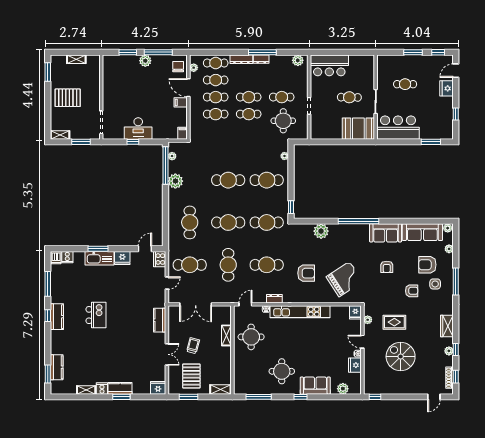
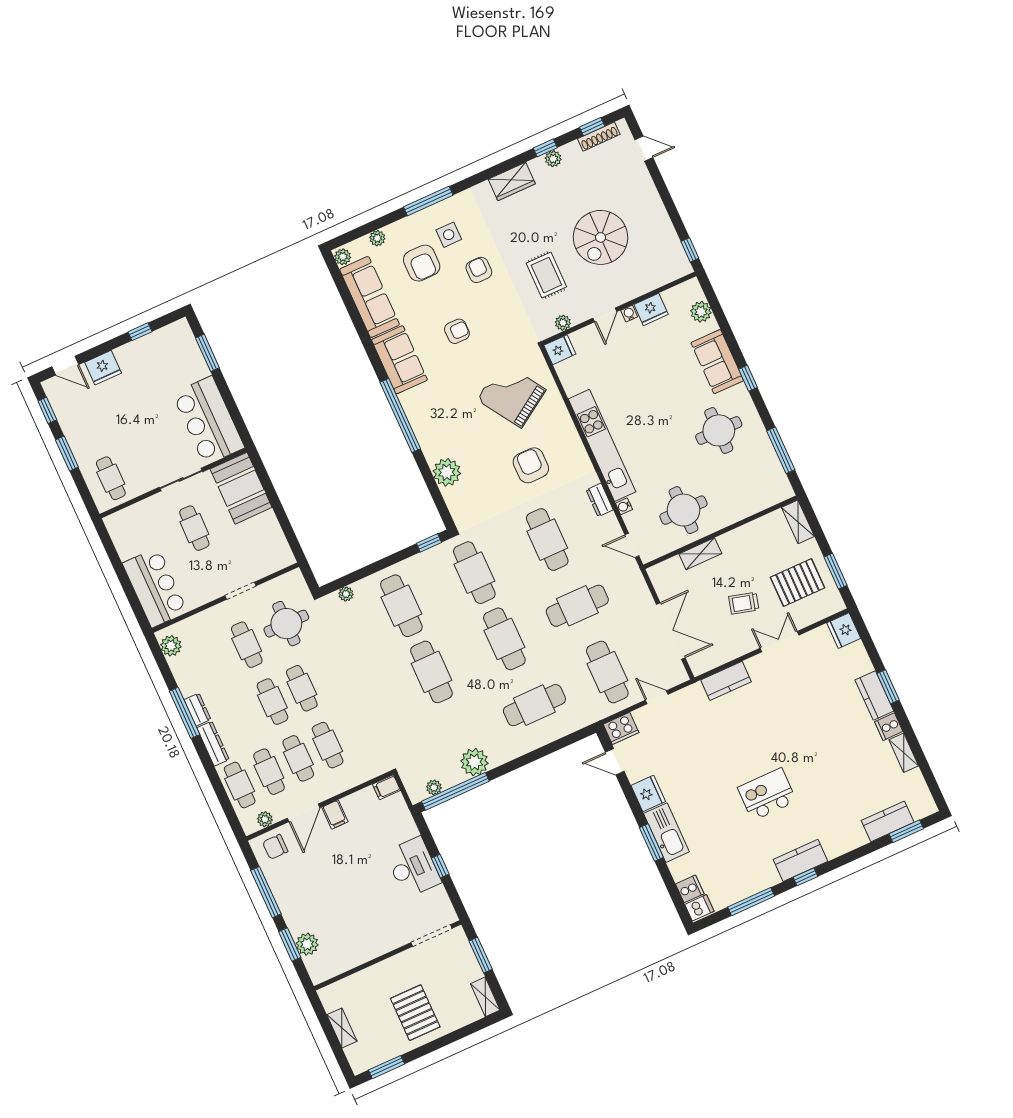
plant: (145, 61) -> (307, 944), moved
cafe table: (405, 84) -> (111, 478), moved

